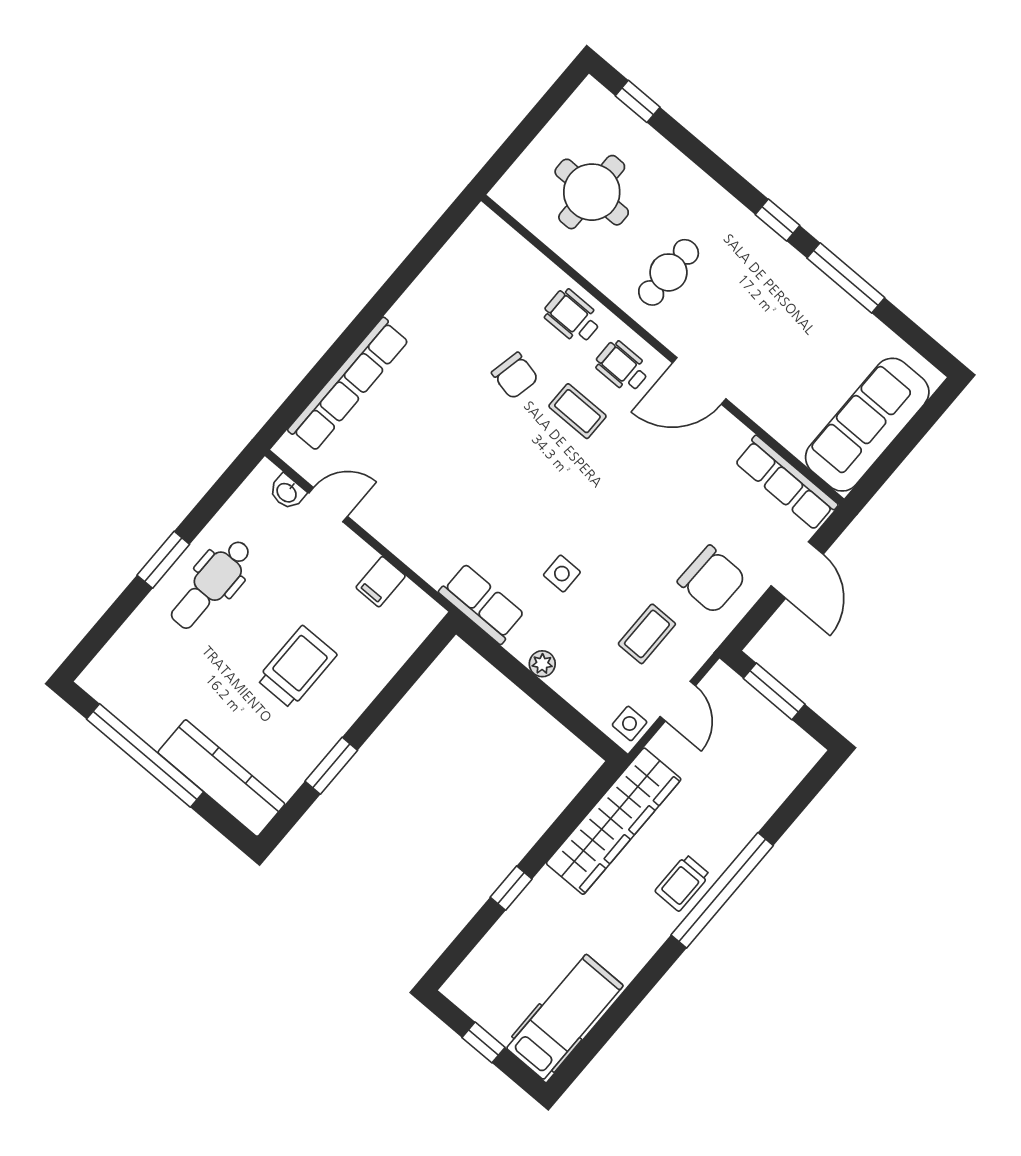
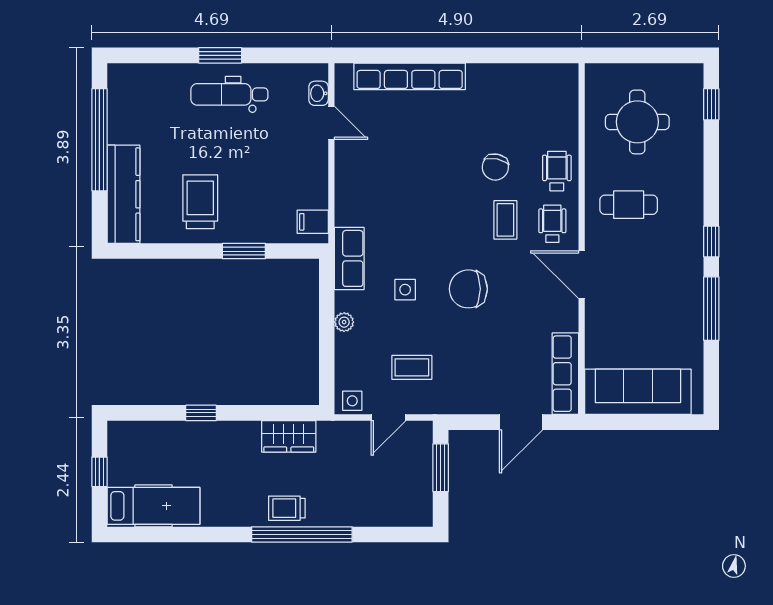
chair: (712, 580) -> (468, 289), moved, turned 89
filing cabinet: (381, 582) -> (313, 222), moved
trolley: (297, 667) -> (200, 202), moved, turned -90
window: (331, 766) -> (244, 251), moved
wardrobe: (614, 821) -> (289, 436), width x0.48, depth x0.85

